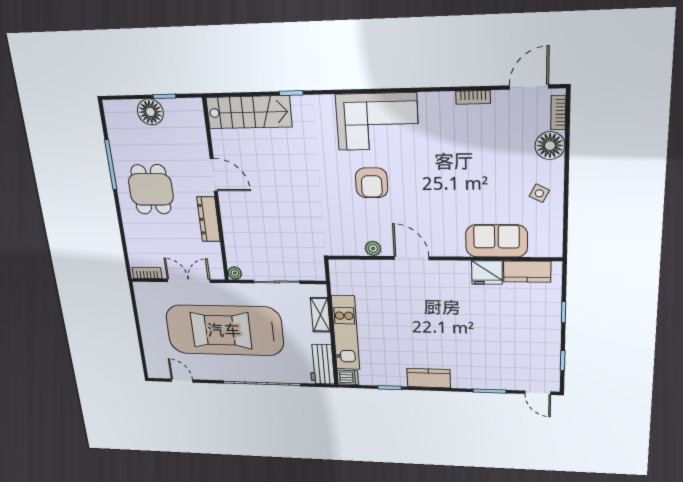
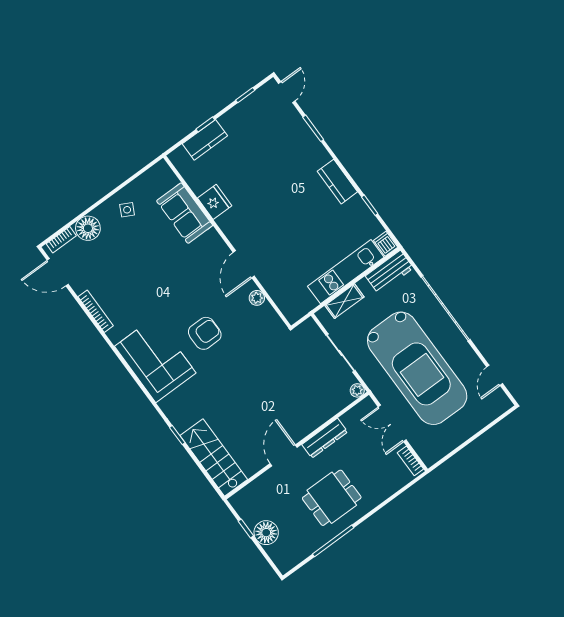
bookcase: (473, 97) -> (96, 311), width x1.56
kitchen counter: (527, 272) -> (205, 140), moved, turned 90

